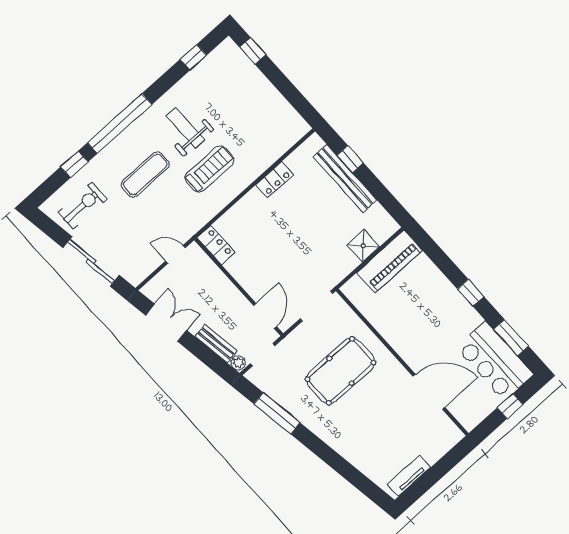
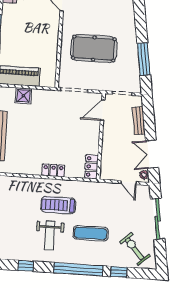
window: (193, 57) -> (26, 266), moved
locker: (275, 180) -> (53, 170), moved
exercise bike: (83, 206) -> (135, 249), turned 48
door: (175, 254) -> (128, 183), moved
plant: (238, 363) -> (144, 175), moved

